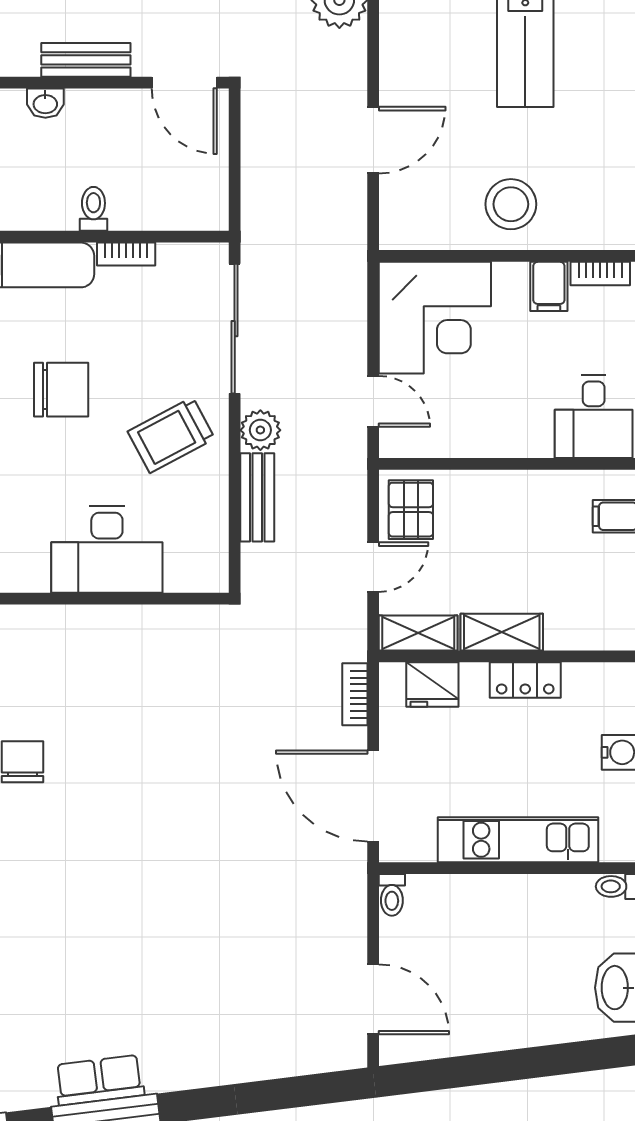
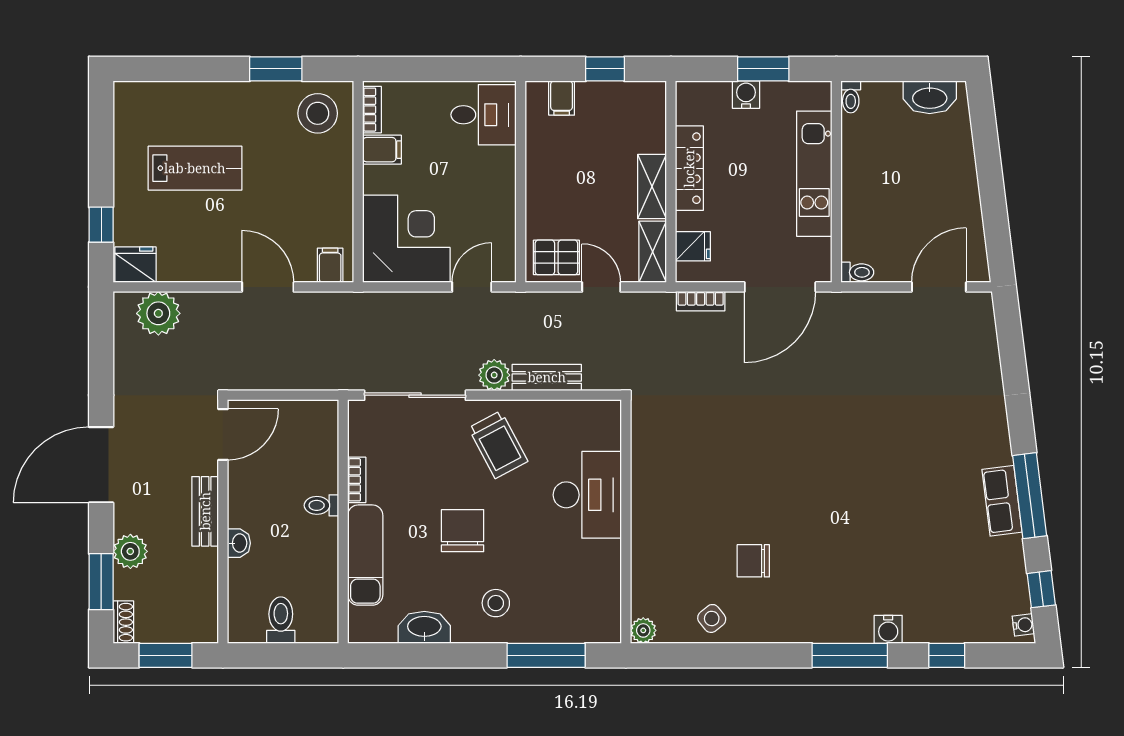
stool: (511, 204) -> (318, 113), moved
filing cabinet: (401, 220) -> (330, 265), added
locker: (525, 680) -> (689, 168), width x1.53
fridge: (432, 685) -> (693, 246), width x0.72

